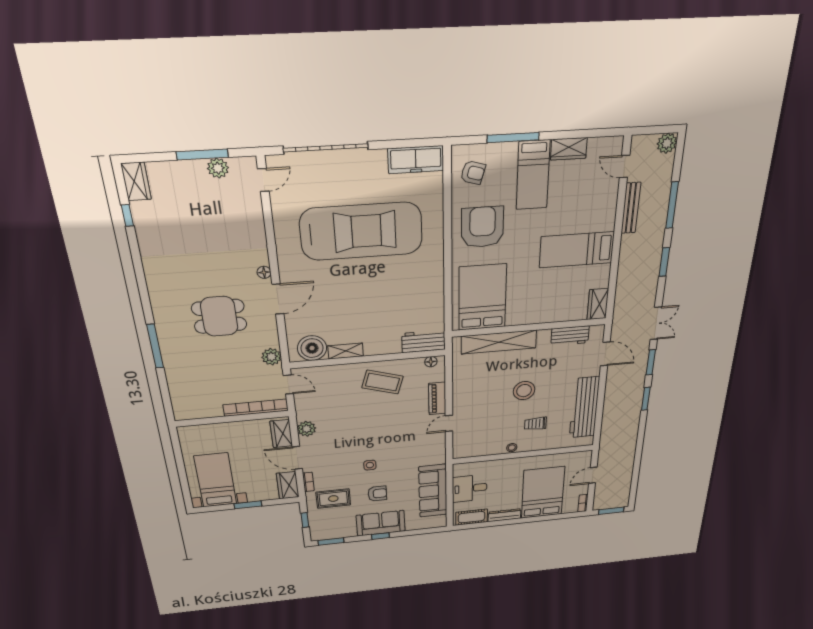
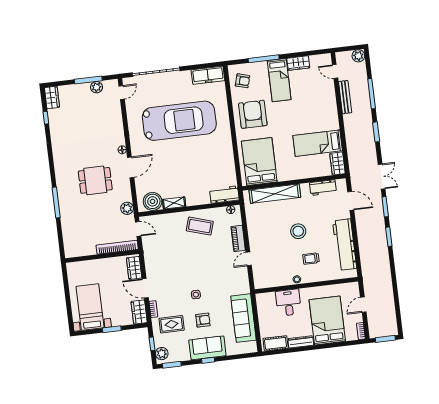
bed: (577, 250) -> (318, 143), moved
plant: (307, 429) -> (162, 354), moved
desk: (470, 488) -> (288, 303), moved, turned 90

